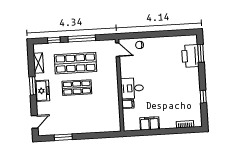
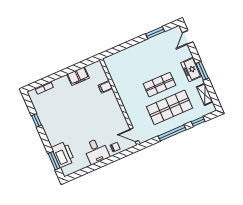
desk: (132, 88) -> (96, 151), moved, turned 90

